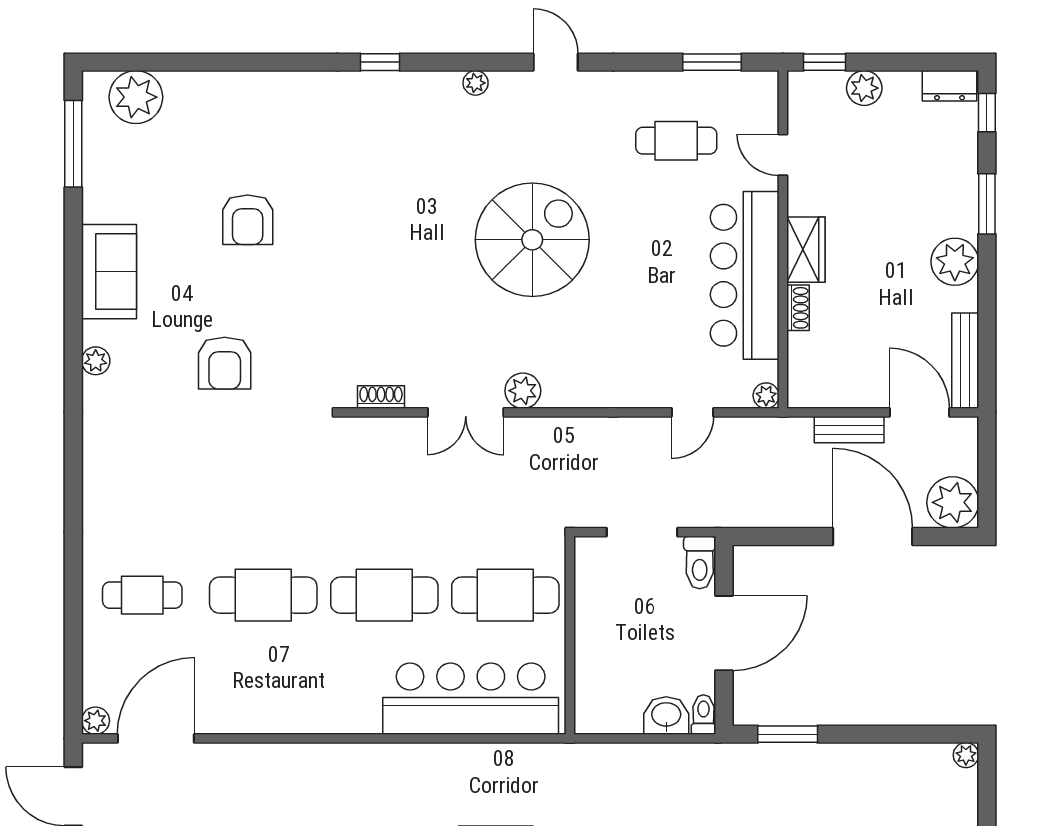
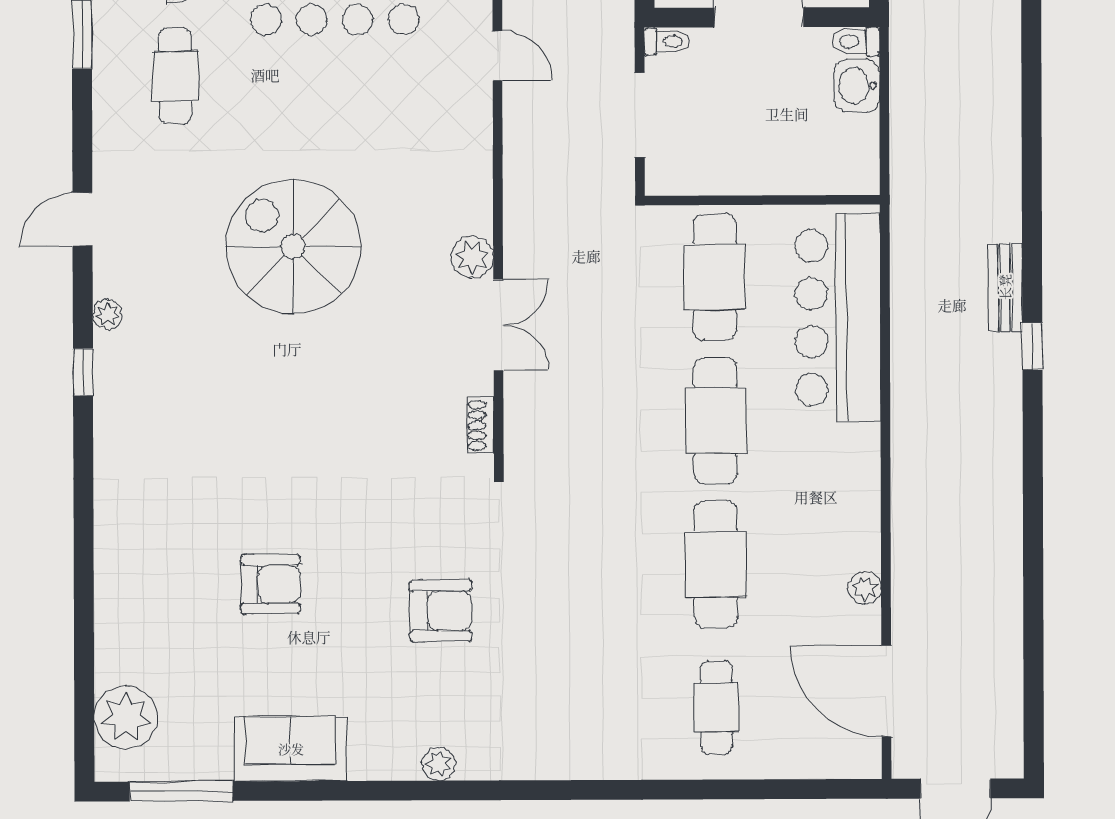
window: (380, 62) -> (83, 372), moved
sofa: (109, 272) -> (291, 749), moved
toilet: (700, 563) -> (667, 41), width x0.73, depth x0.72
plant: (95, 721) -> (865, 588), moved

